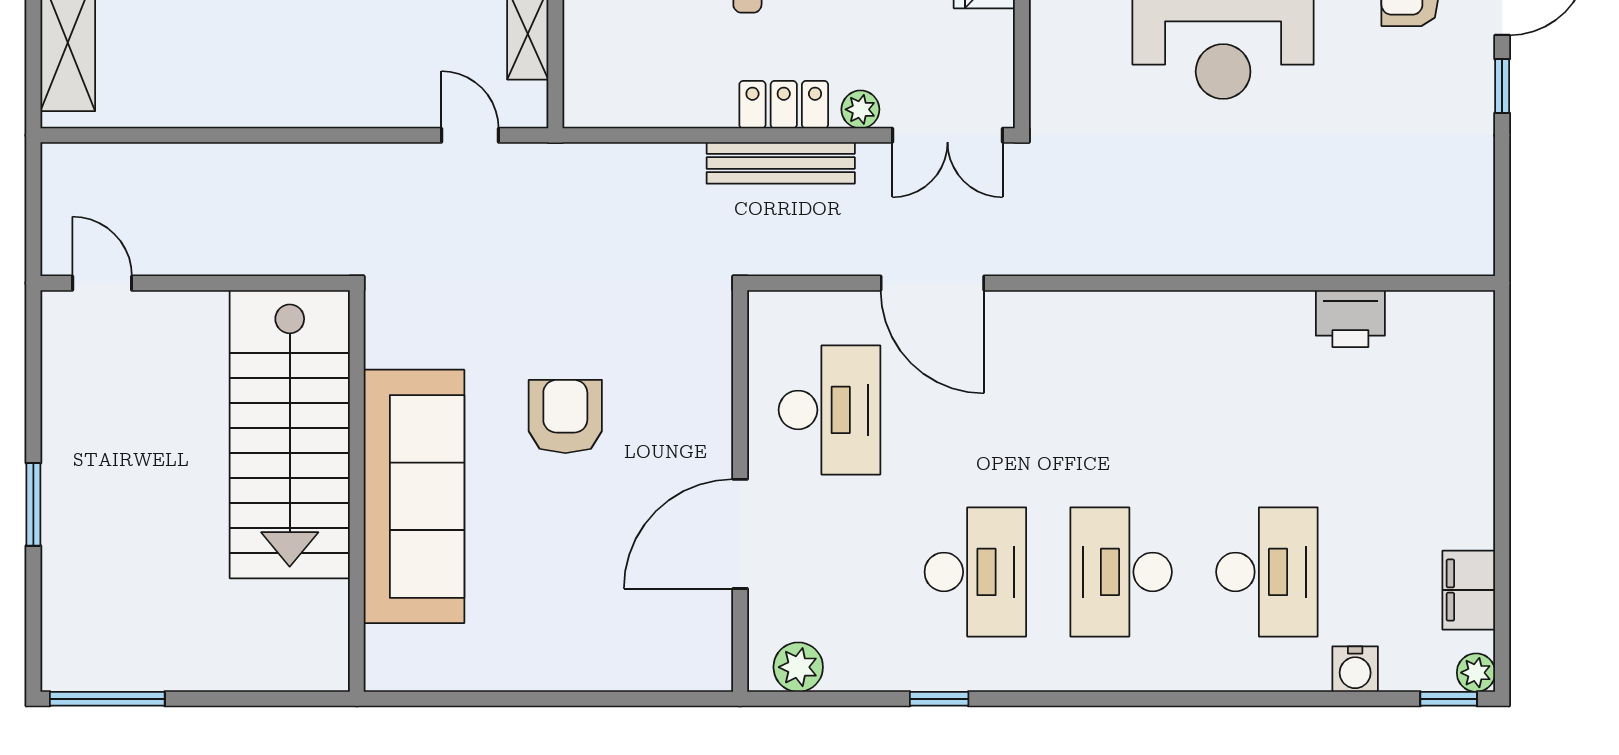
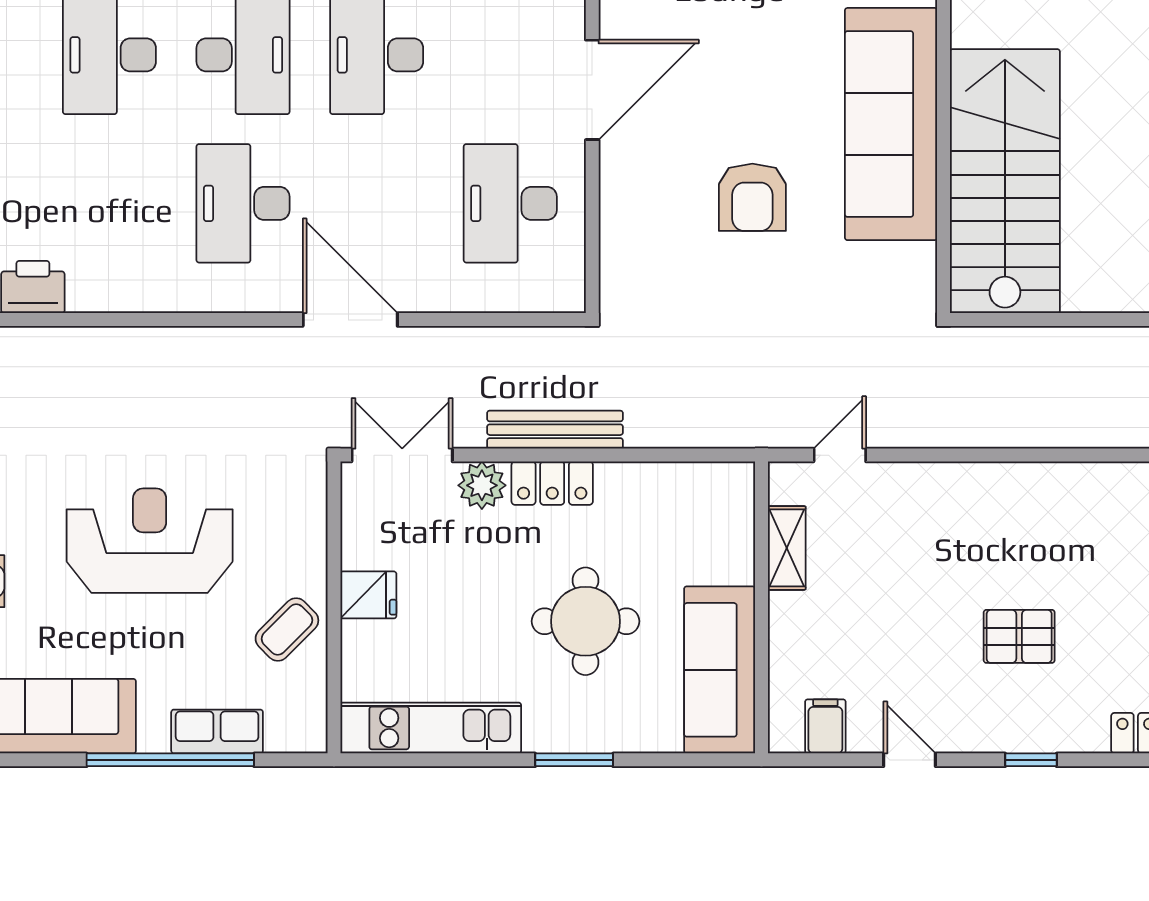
plant: (860, 109) -> (482, 485), width x1.38, depth x1.38
door: (470, 135) -> (840, 455), swing flipped
door: (932, 283) -> (350, 320), moved
desk: (1121, 410) -> (243, 203), added

